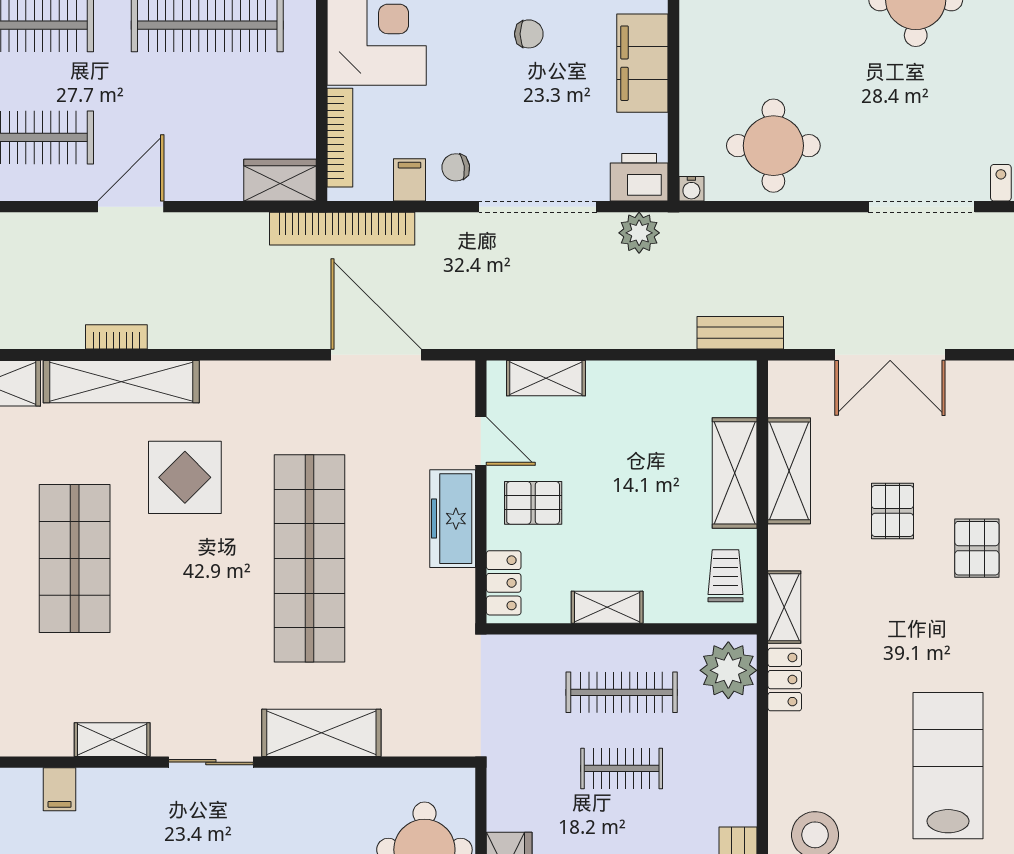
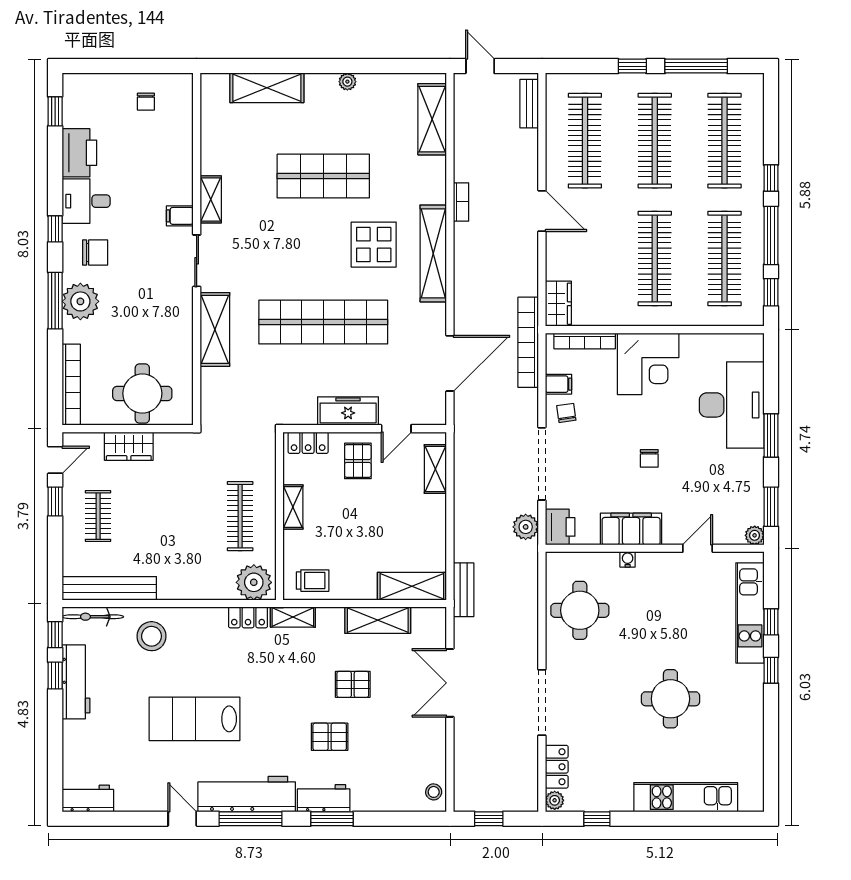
water cooler: (691, 189) -> (628, 559), moved, turned 90
shelving: (121, 382) -> (433, 253), moved
shelving: (735, 473) -> (412, 586), moved
lab bench: (948, 766) -> (195, 719), turned 180
clothes rail: (622, 768) -> (193, 516), removed
filing cabinet: (60, 789) -> (180, 216), moved

